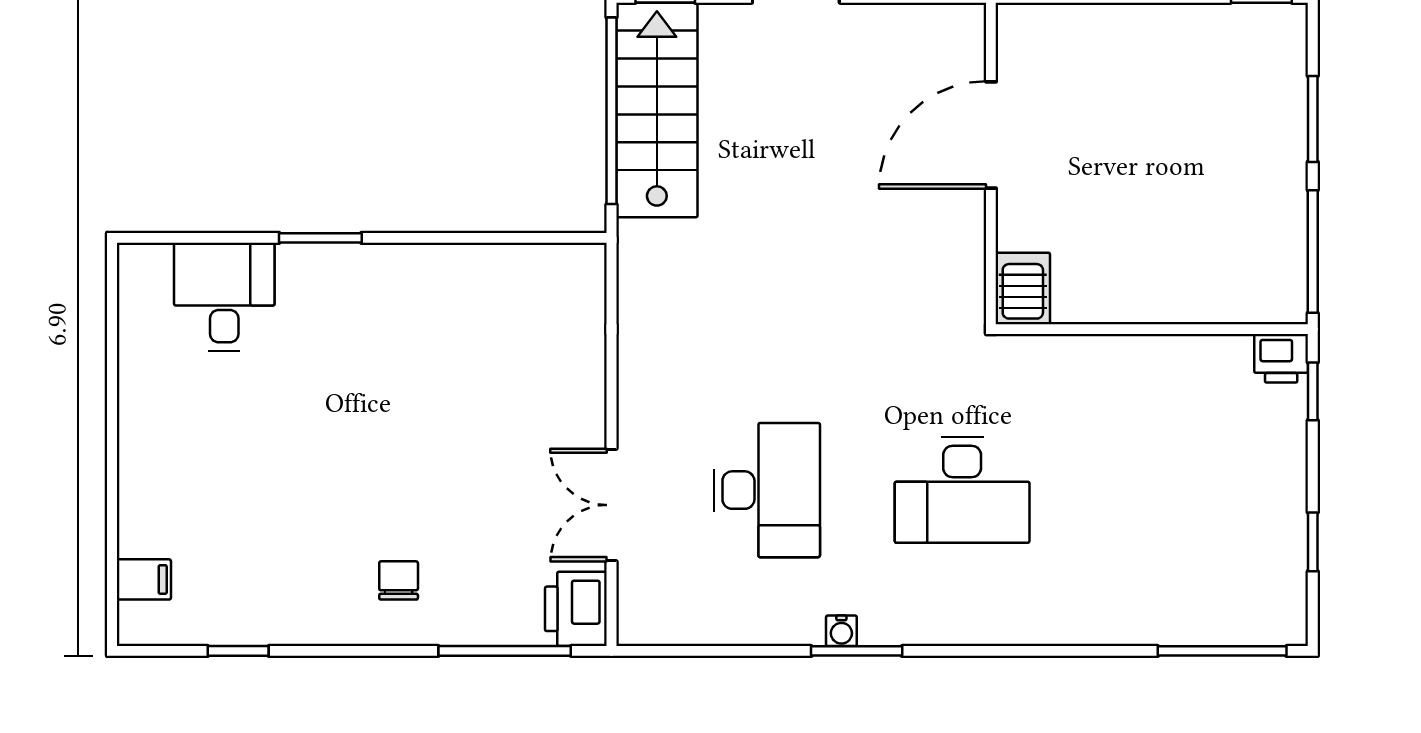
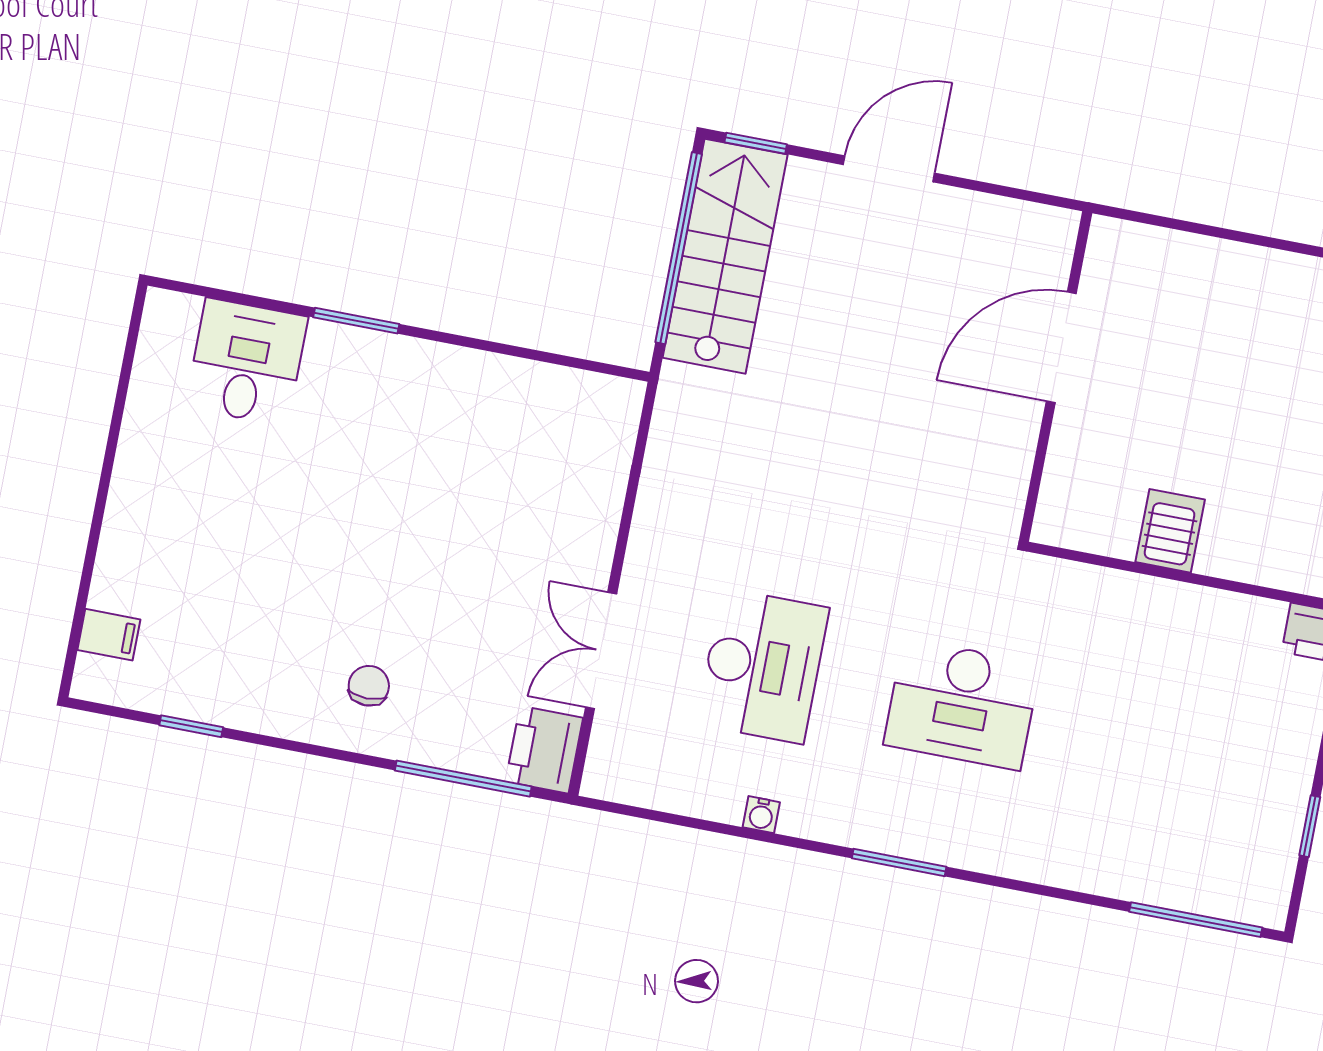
server rack: (1023, 288) -> (1170, 531), moved
water cooler: (841, 631) -> (761, 815), moved
window: (857, 651) -> (899, 863), moved

